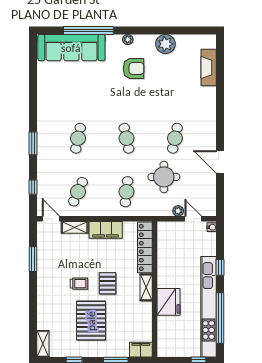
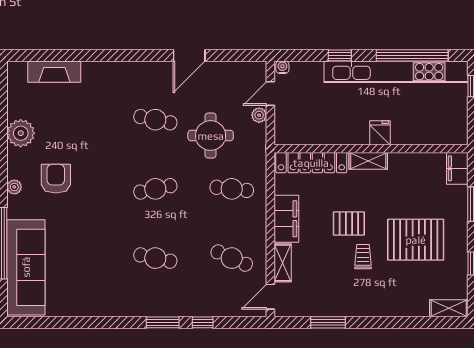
window: (33, 187) -> (203, 322), moved
pallet: (107, 283) -> (349, 223), moved
fridge: (169, 302) -> (380, 133), width x0.53, depth x0.75

